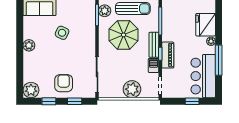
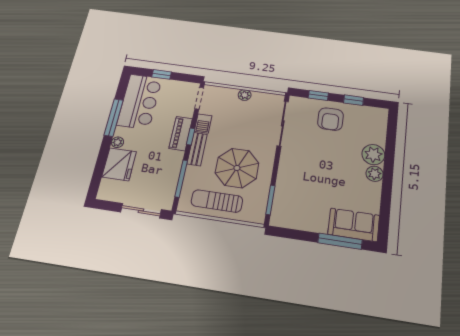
plant: (105, 11) -> (258, 204), removed
side table: (62, 33) -> (325, 184), removed
plant: (132, 89) -> (245, 95), width x0.53, depth x0.53
plant: (31, 90) -> (373, 155), moved

